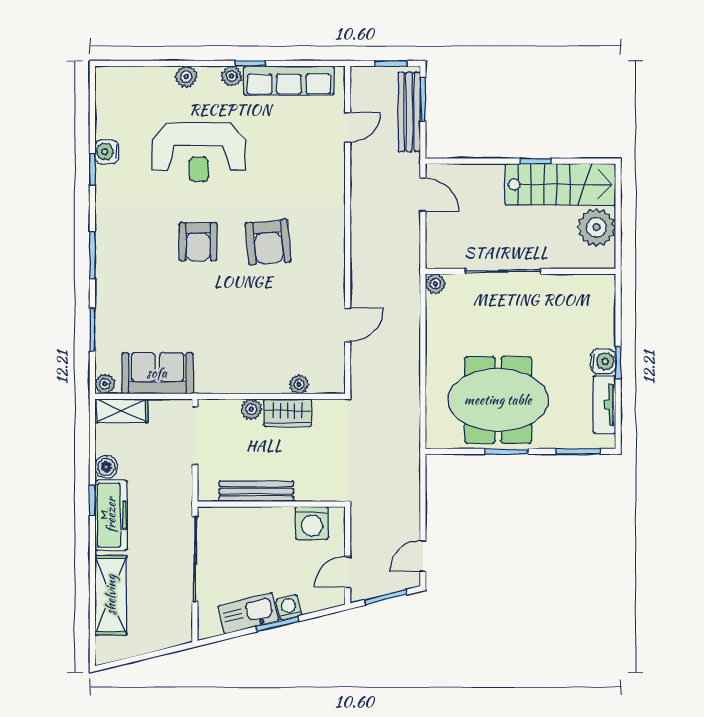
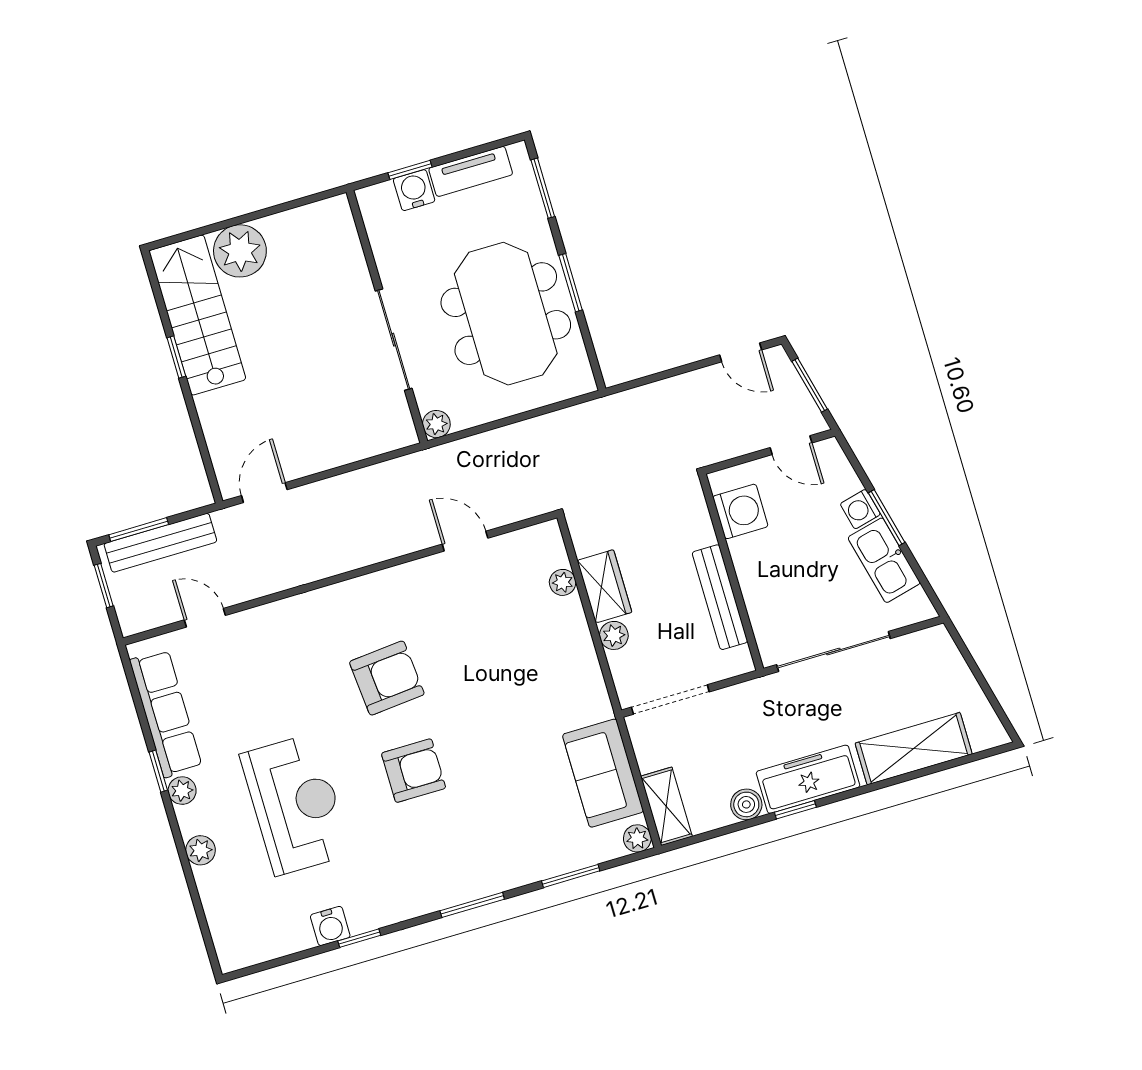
sliding door: (503, 271) -> (394, 340), moved
wall: (520, 271) -> (387, 317), moved
plant: (435, 284) -> (436, 424), moved

